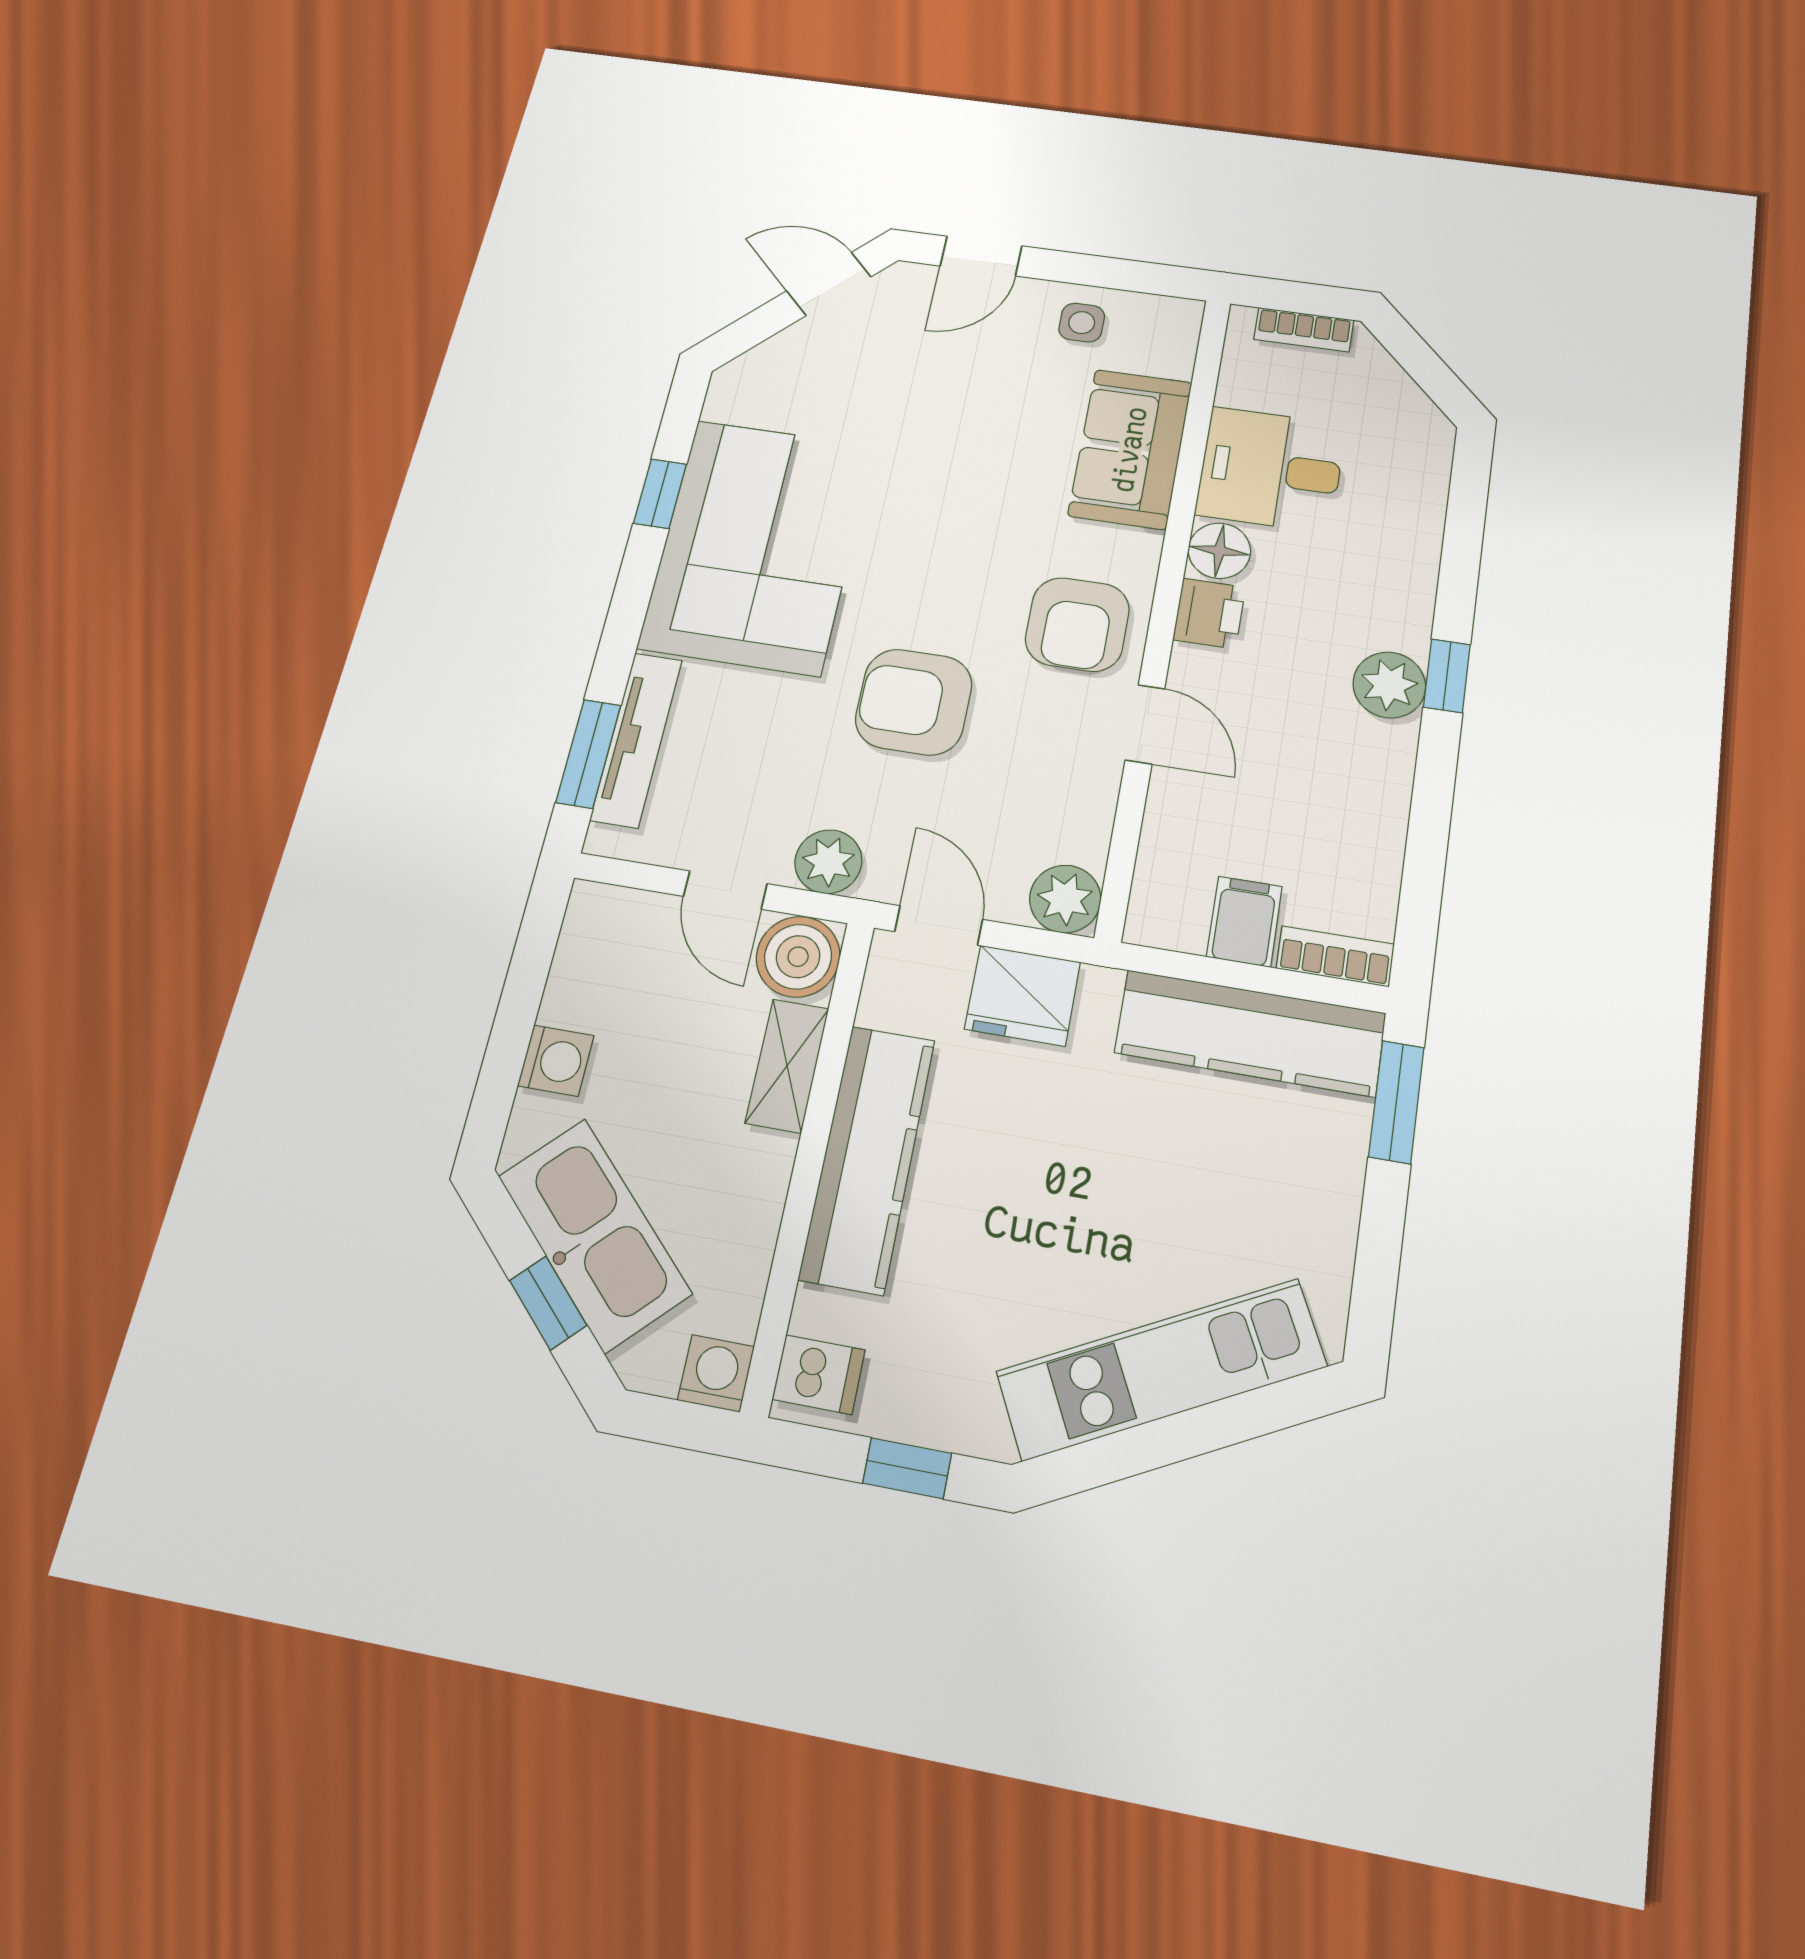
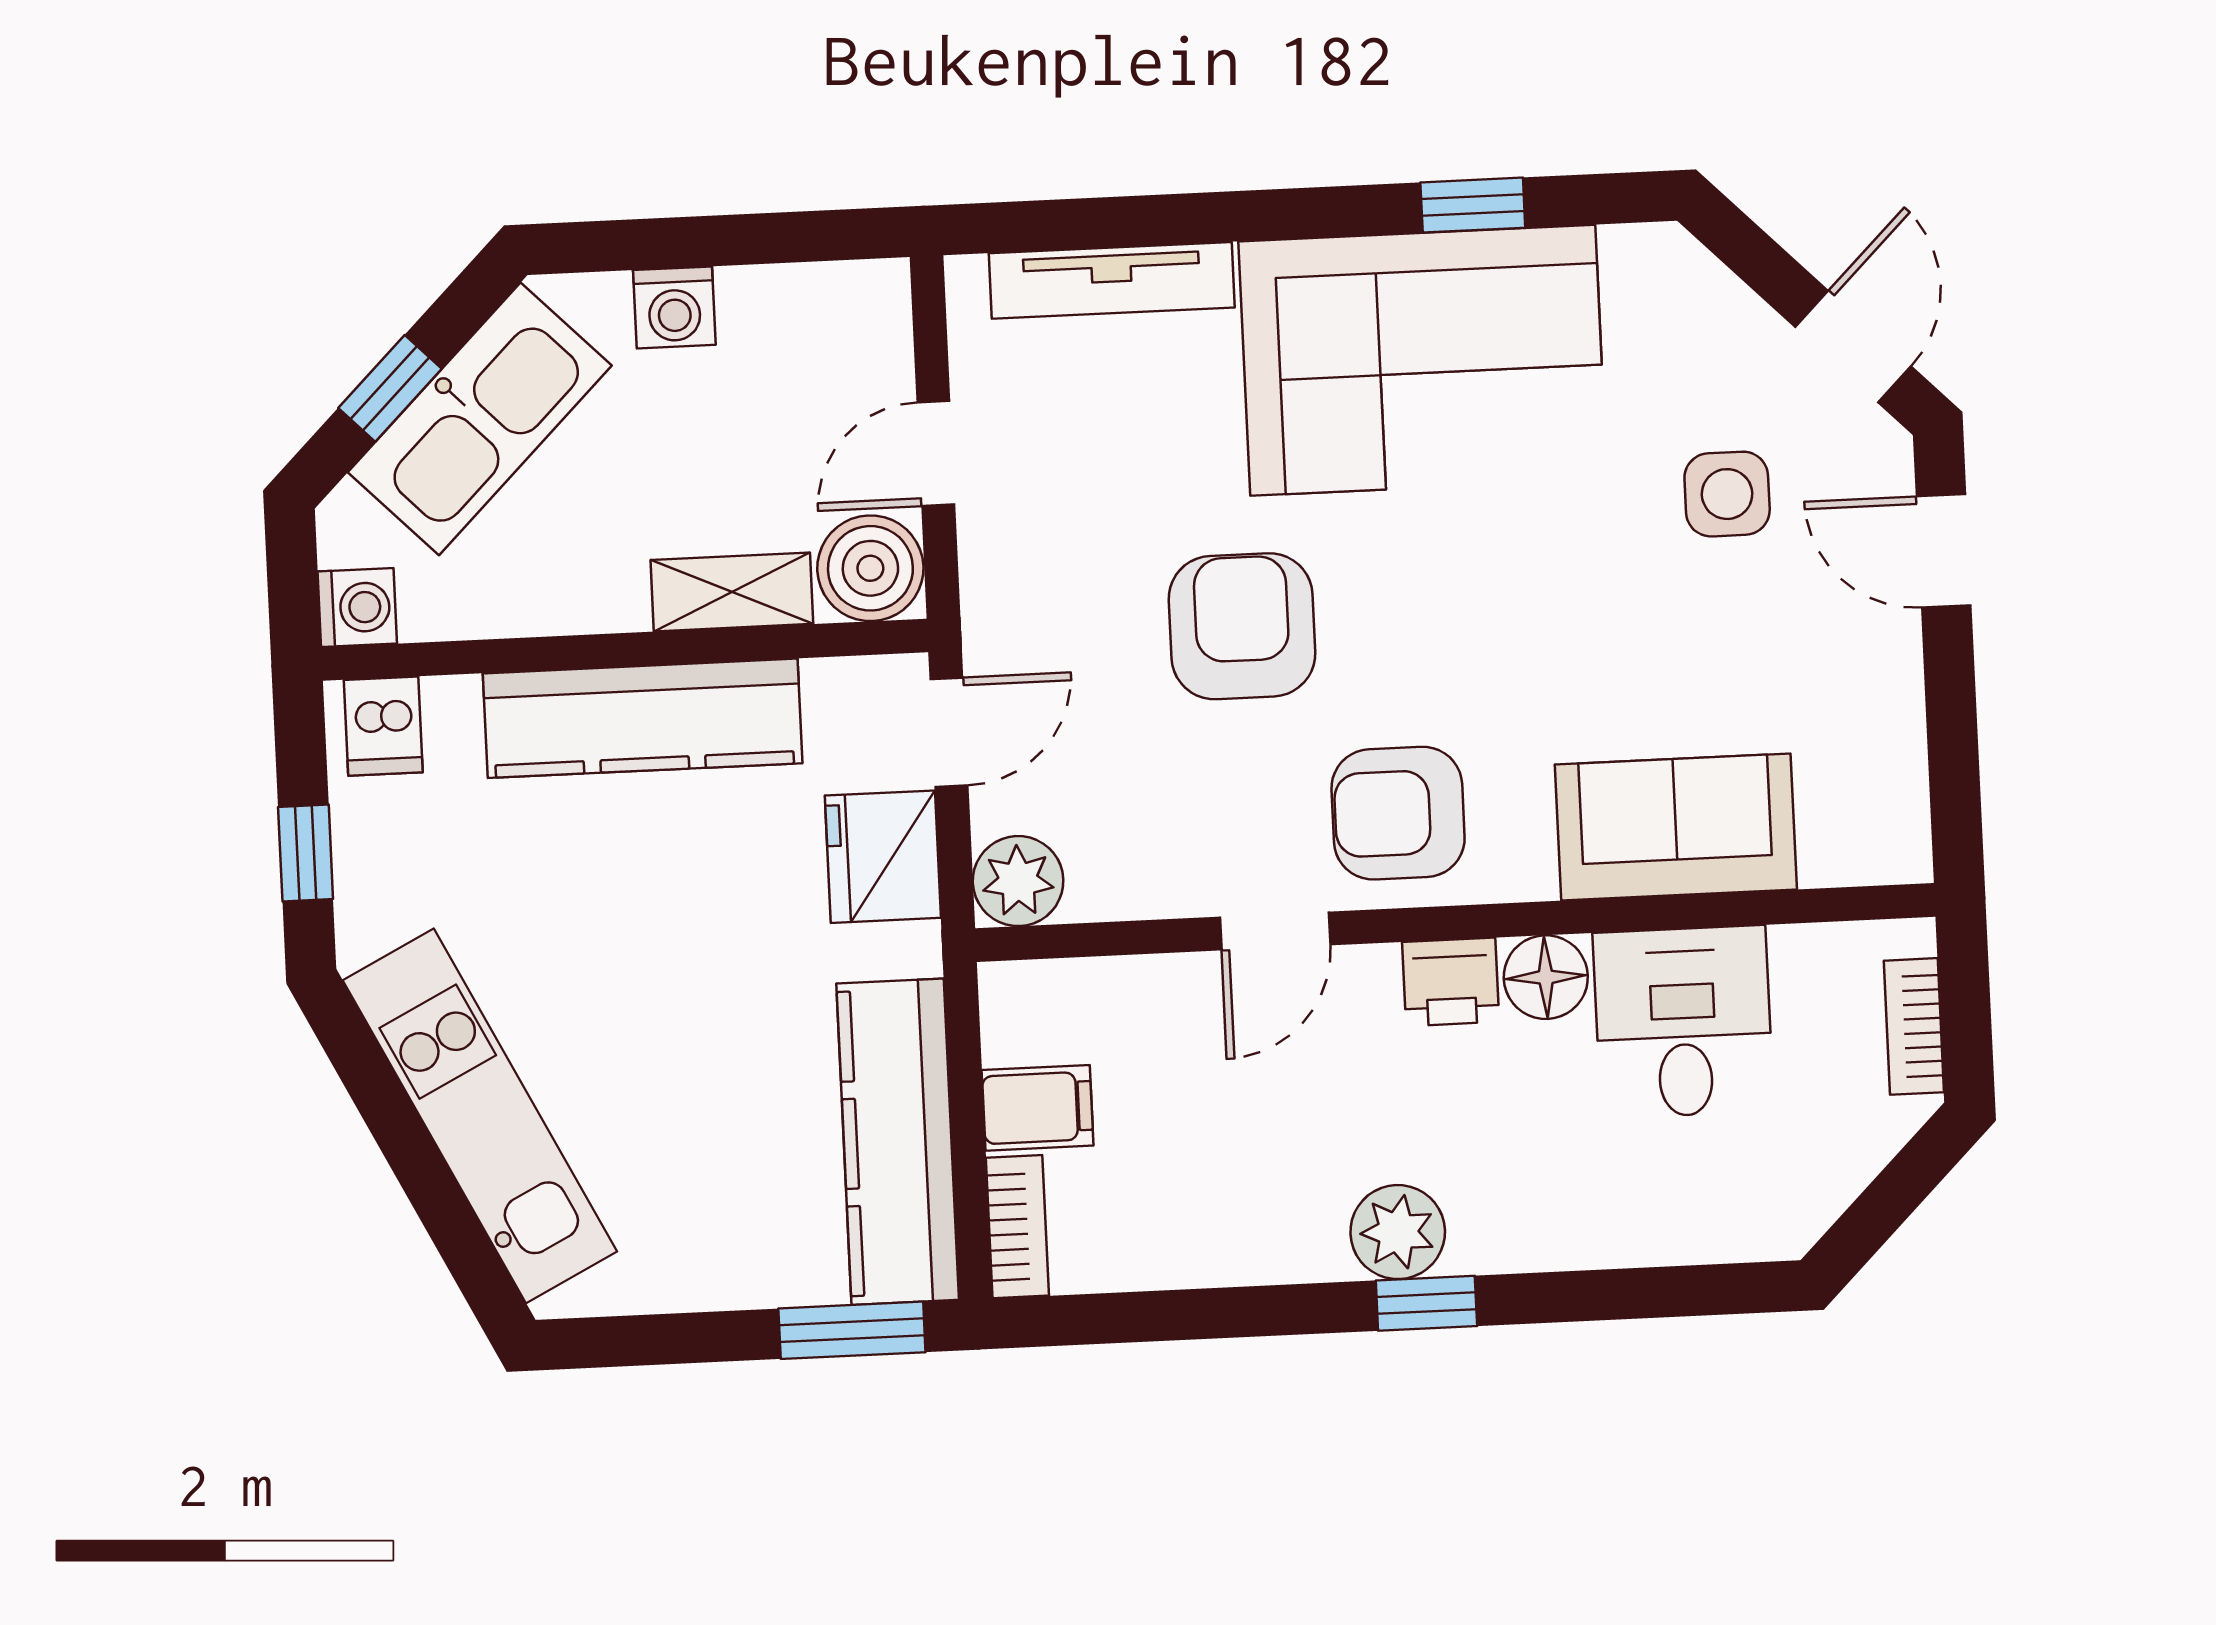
side table: (1082, 323) -> (1727, 494), moved, width x1.37, depth x1.37
window: (588, 754) -> (1079, 224), removed
plant: (828, 862) -> (1002, 573), removed

